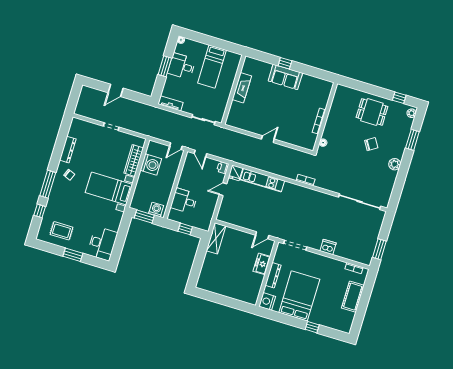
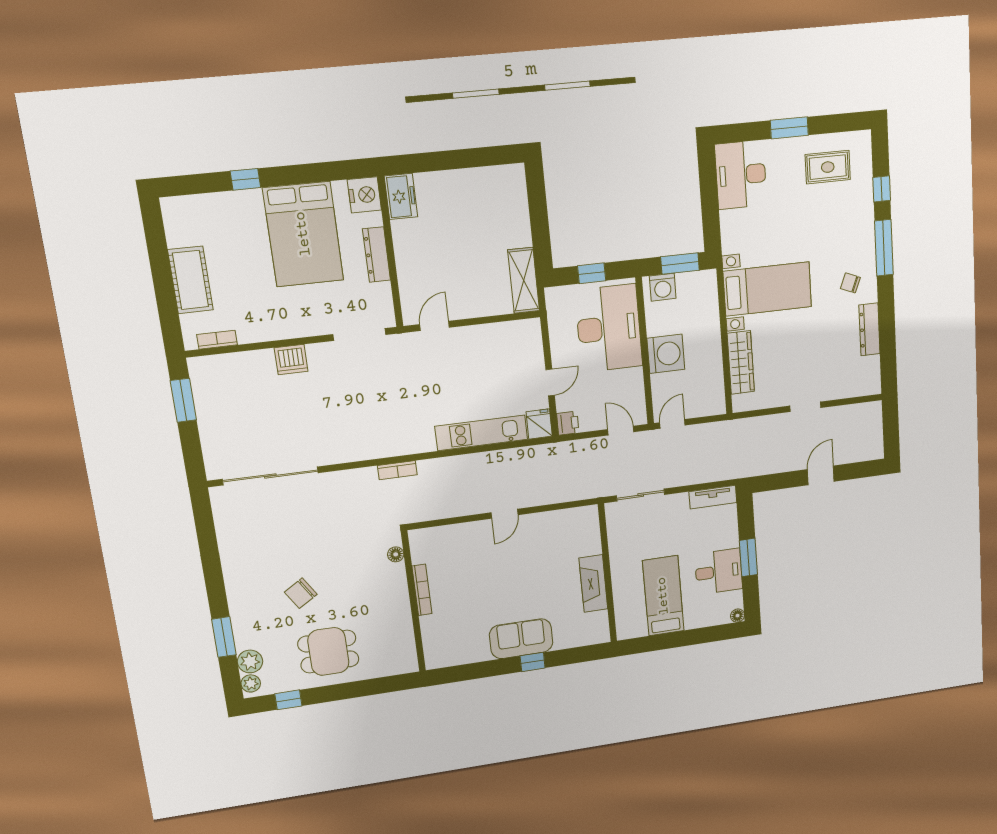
plant: (395, 164) -> (250, 661), moved
washing machine: (151, 165) -> (666, 354), moved, turned 180
desk: (184, 201) -> (609, 328), width x1.87, depth x1.30
freezer: (262, 264) -> (401, 196), moved

